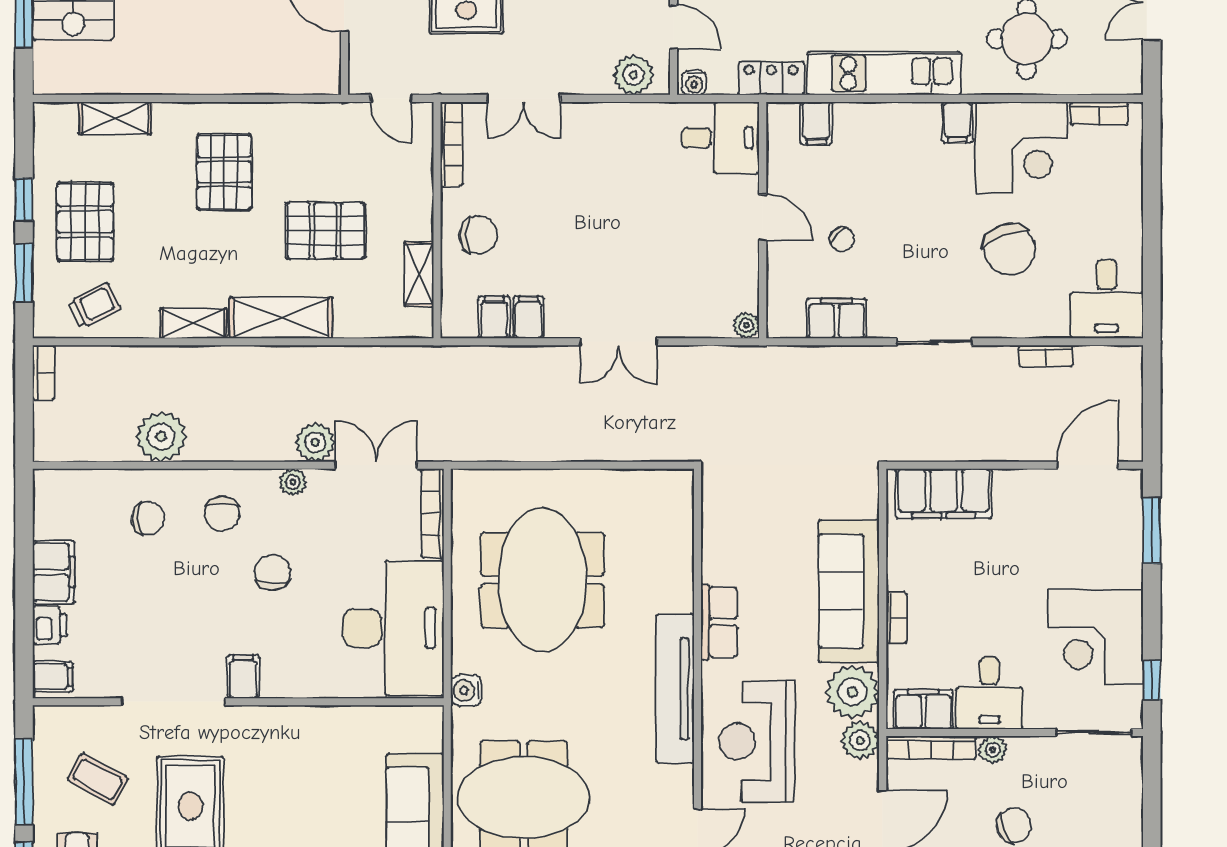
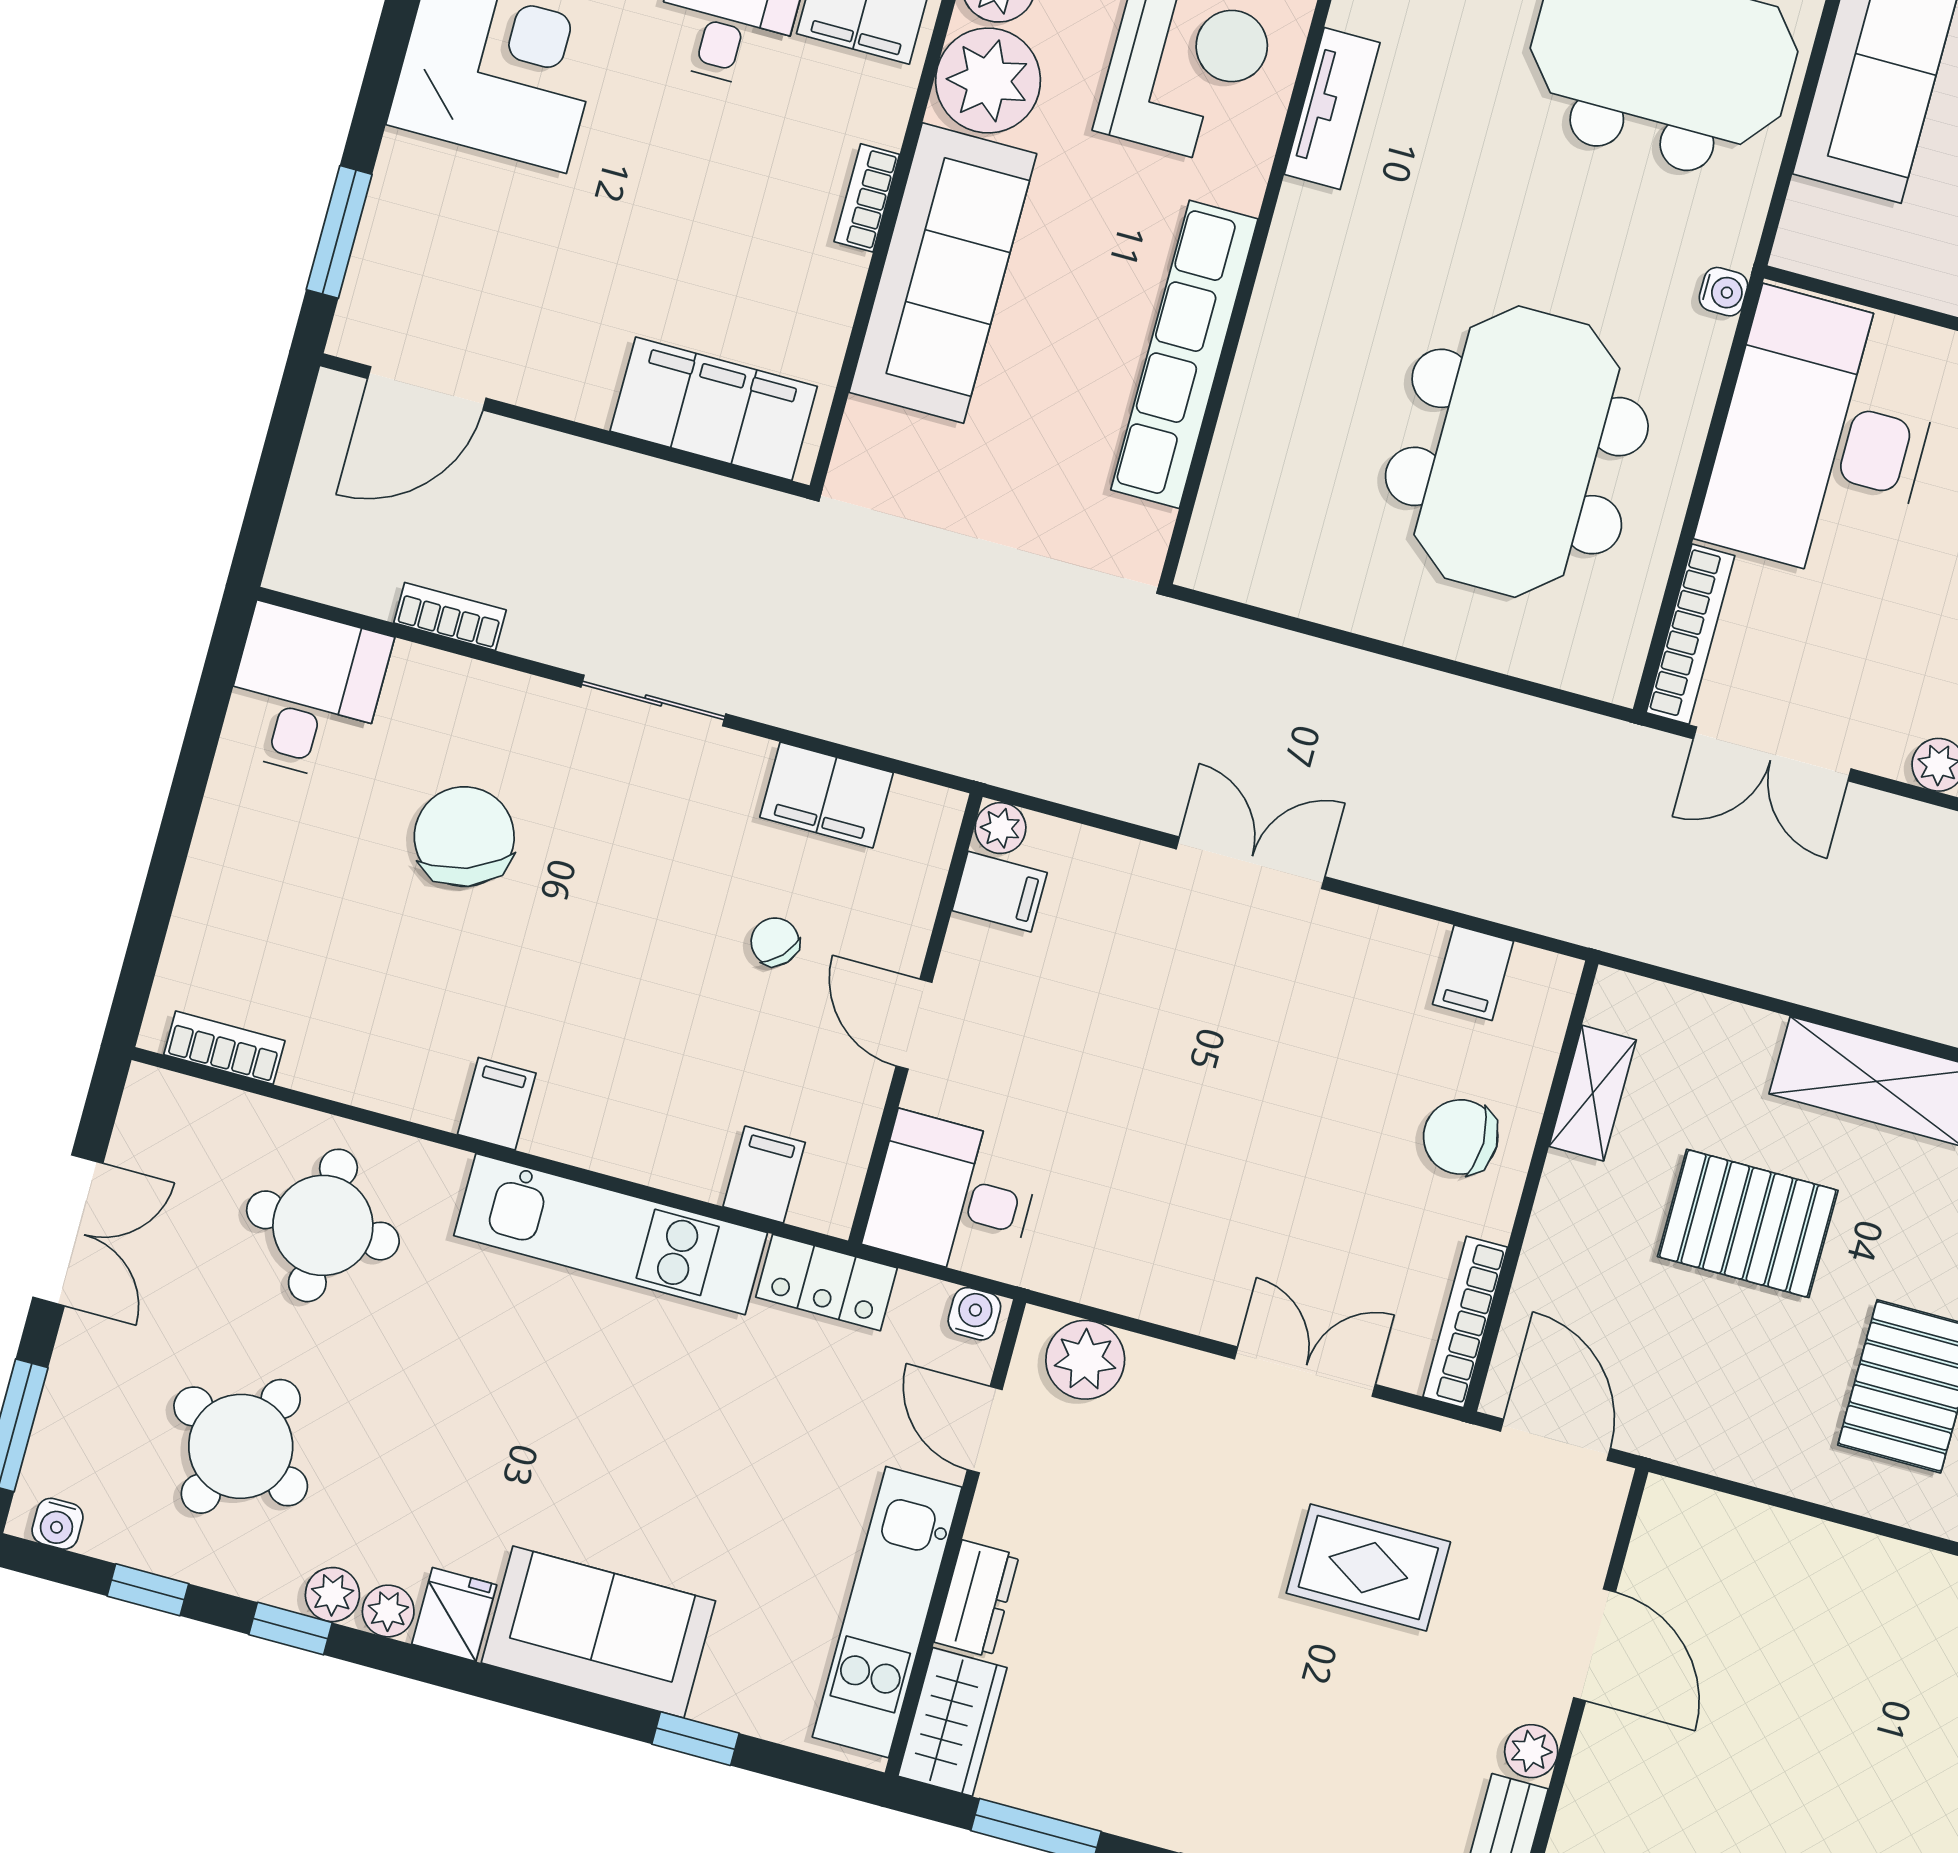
door: (391, 98) -> (1555, 1440), width x1.38
corner desk: (1021, 148) -> (389, 1023), removed
filing cabinet: (528, 317) -> (1000, 892), moved, turned -90
plant: (315, 442) -> (1876, 829), removed
row of seats: (719, 622) -> (1184, 354), width x2.02
tv unit: (675, 688) -> (1332, 108), width x0.52, depth x0.78
water cooler: (466, 691) -> (1723, 292), width x0.72, depth x0.72

